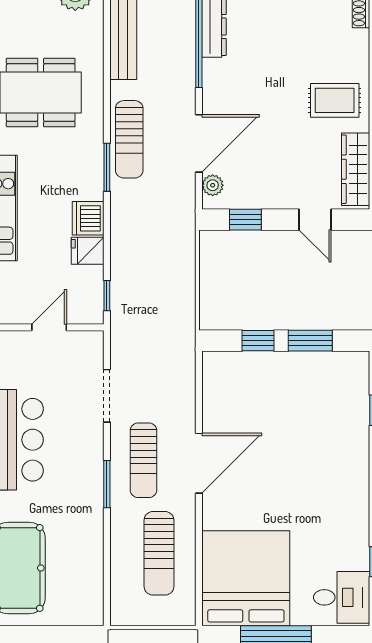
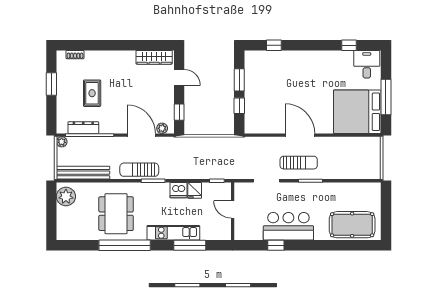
rug: (335, 100) -> (92, 93), moved
sun lounger: (129, 139) -> (139, 170), turned 180
door: (315, 220) -> (179, 77), hinge flipped
sun lounger: (159, 553) -> (345, 155), removed

